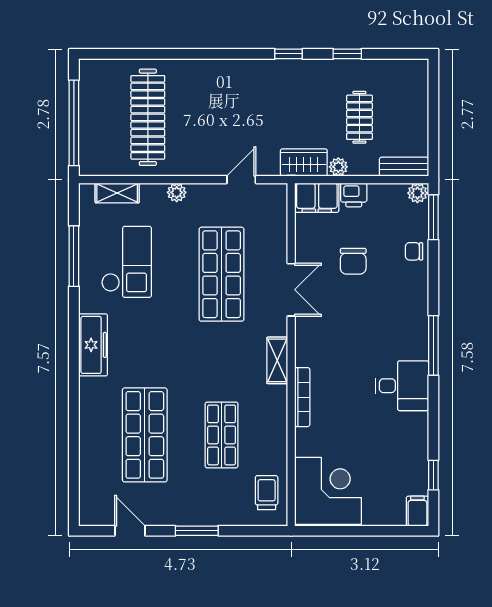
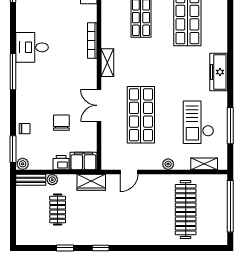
plant: (338, 167) -> (52, 180), moved

